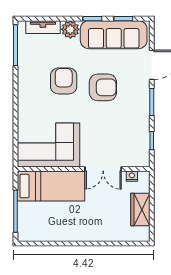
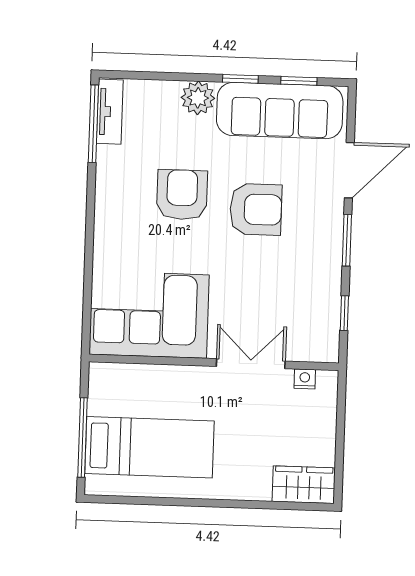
tv unit: (43, 27) -> (110, 112), moved, turned -90
double door: (103, 169) -> (251, 364), swing flipped
bed: (51, 186) -> (149, 447), moved
wardrobe: (140, 210) -> (304, 485), moved, turned 90

